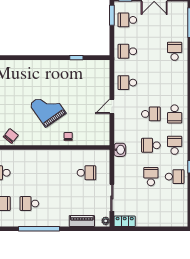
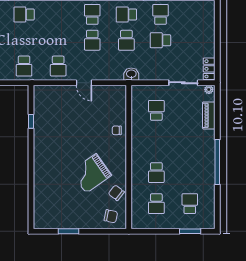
grand piano: (48, 109) -> (91, 173), moved
school desk: (151, 114) -> (92, 40), turned 180
school desk: (175, 114) -> (92, 14), turned -90
school desk: (29, 204) -> (156, 173), moved

